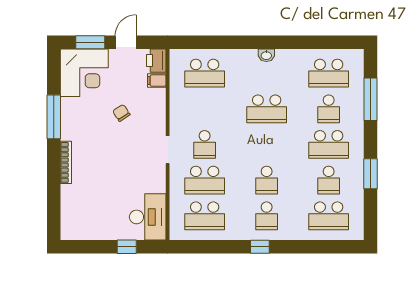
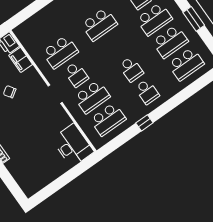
school desk: (205, 73) -> (60, 52), moved
filing cabinet: (157, 81) -> (21, 60), width x2.00
school desk: (329, 180) -> (170, 42), width x1.85
window: (127, 247) -> (73, 174), removed
window: (260, 247) -> (144, 123), moved

